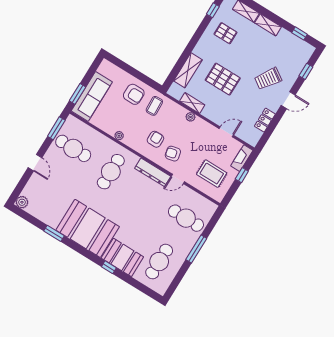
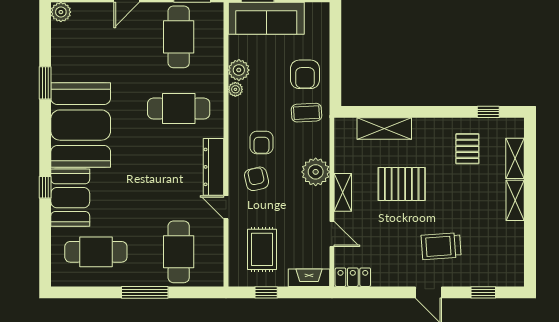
window: (299, 33) -> (530, 251), removed
pallet: (223, 79) -> (402, 184), turned 90
trolley: (268, 79) -> (441, 246), turned -38
shelving: (192, 103) -> (343, 192), moved
plant: (191, 117) -> (316, 172), width x1.88, depth x1.88
locker: (265, 120) -> (353, 277), moved
plant: (110, 128) -> (239, 70), added
armchair: (155, 139) -> (261, 143), turned 90
window: (242, 175) -> (266, 292), moved

